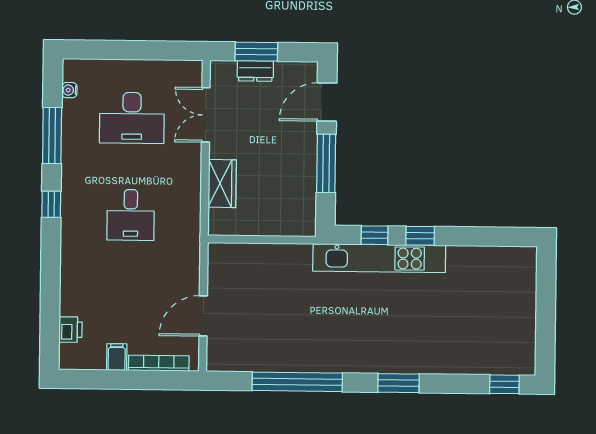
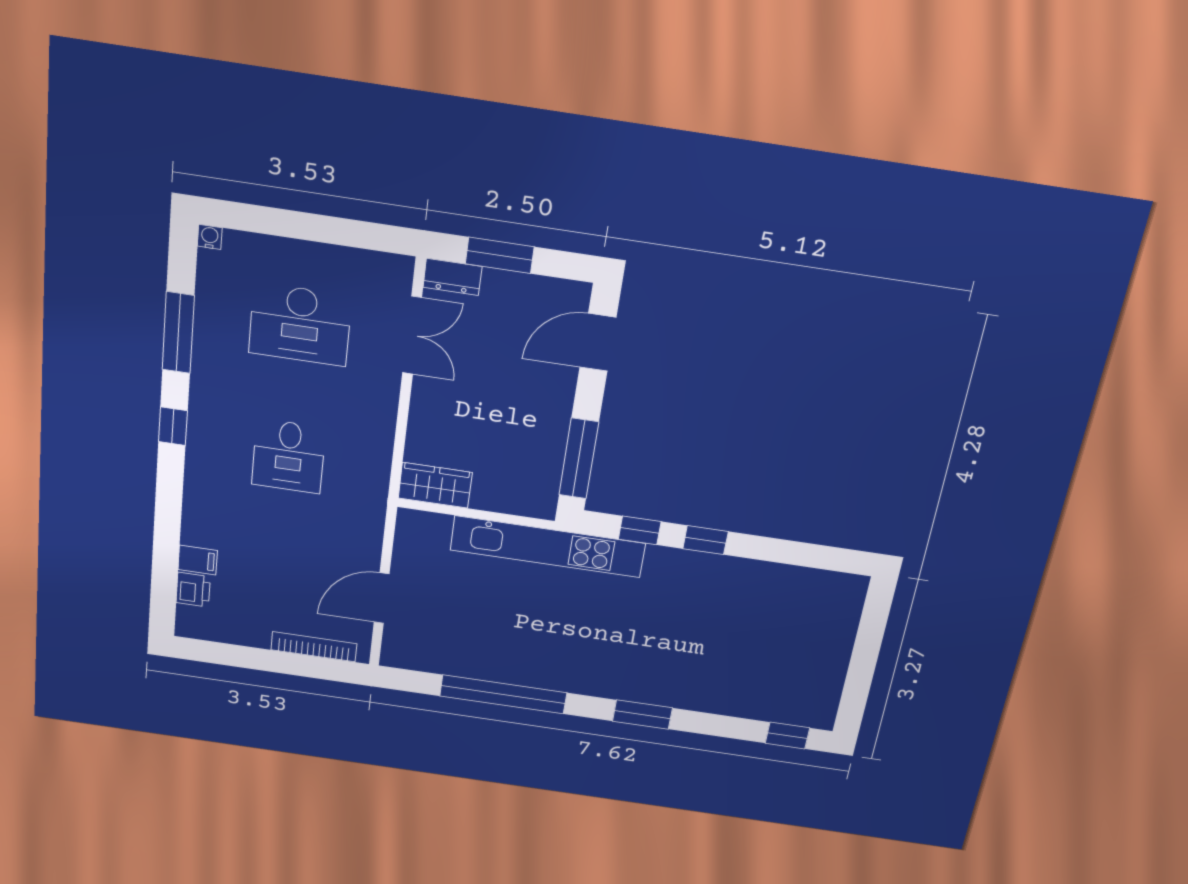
dresser: (255, 71) -> (452, 277), moved
water cooler: (69, 90) -> (210, 237), moved, turned 90
double door: (206, 115) -> (412, 335), swing flipped
window: (326, 163) -> (579, 458), moved
wardrobe: (222, 184) -> (435, 485), moved, turned -90
kitchen unit: (379, 258) -> (548, 547), moved
filing cabinet: (117, 357) -> (198, 560), moved, turned 90

